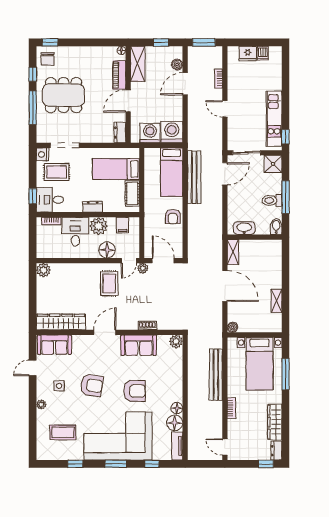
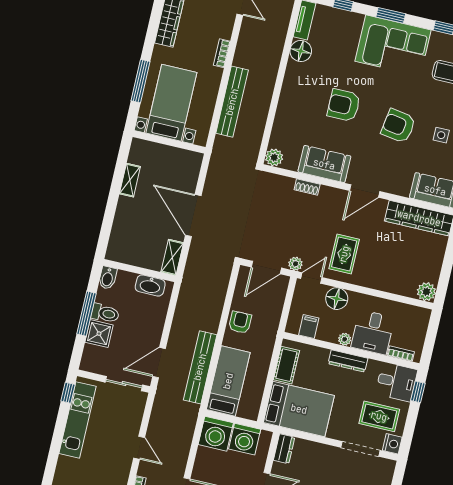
shower: (273, 164) -> (99, 334), moved
bed: (116, 169) -> (299, 409), width x1.50
dresser: (93, 207) -> (348, 361), width x1.44
plant: (99, 226) -> (345, 339), width x0.53, depth x0.53
door: (163, 261) -> (266, 268), hinge flipped
boiler: (232, 327) -> (196, 159), removed
floor lamp: (177, 408) -> (294, 70), removed
corner sofa: (118, 436) -> (393, 46), width x0.73, depth x0.74

